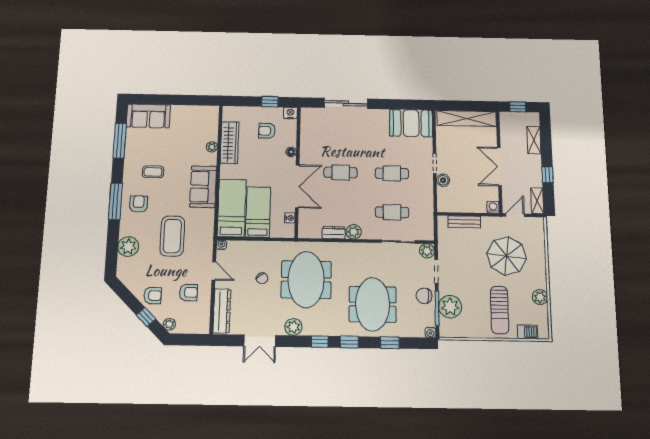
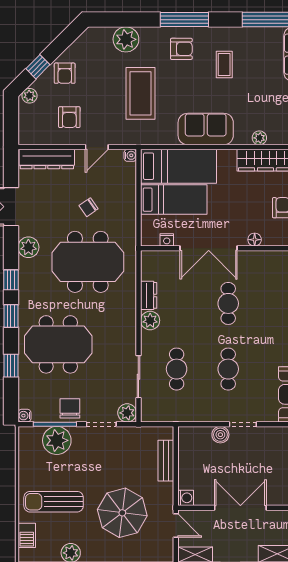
coffee table: (172, 236) -> (140, 93), turned 90

